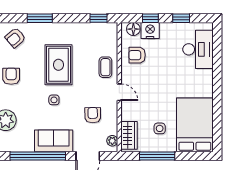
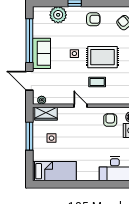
coffee table: (105, 67) -> (97, 82), moved
door: (119, 92) -> (80, 106), swing flipped
armchair: (93, 115) -> (62, 85), removed
bed: (195, 125) -> (54, 171), width x0.67

